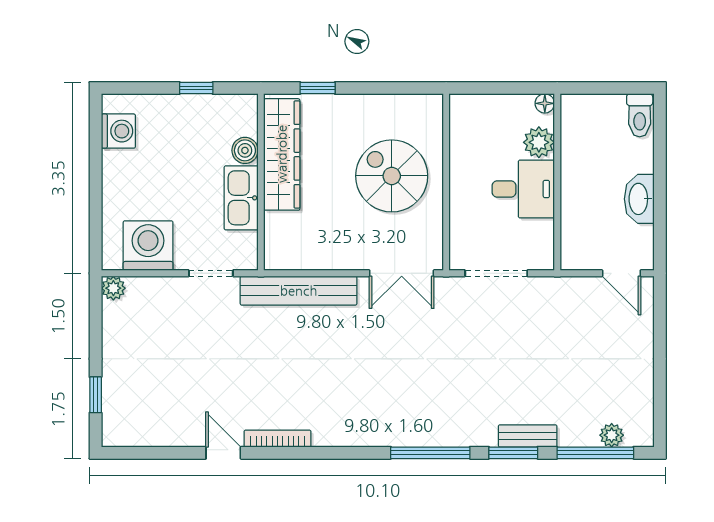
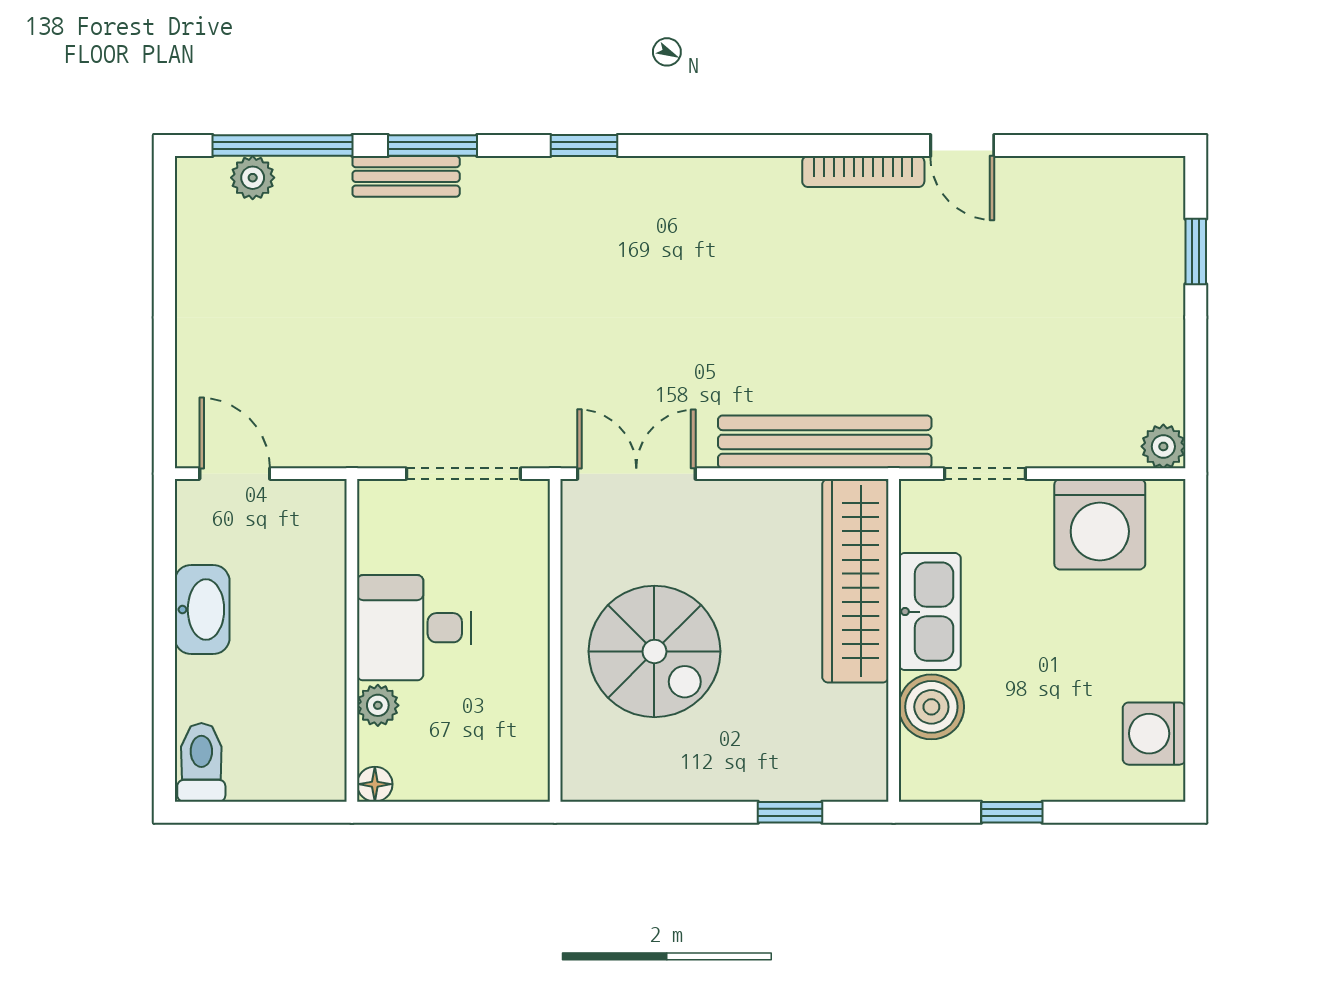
plant: (539, 142) -> (378, 705), width x0.73, depth x0.73
boiler: (245, 150) -> (931, 707), width x1.36, depth x1.36
wardrobe: (282, 154) -> (855, 581), moved
window: (430, 453) -> (584, 146), width x0.46

